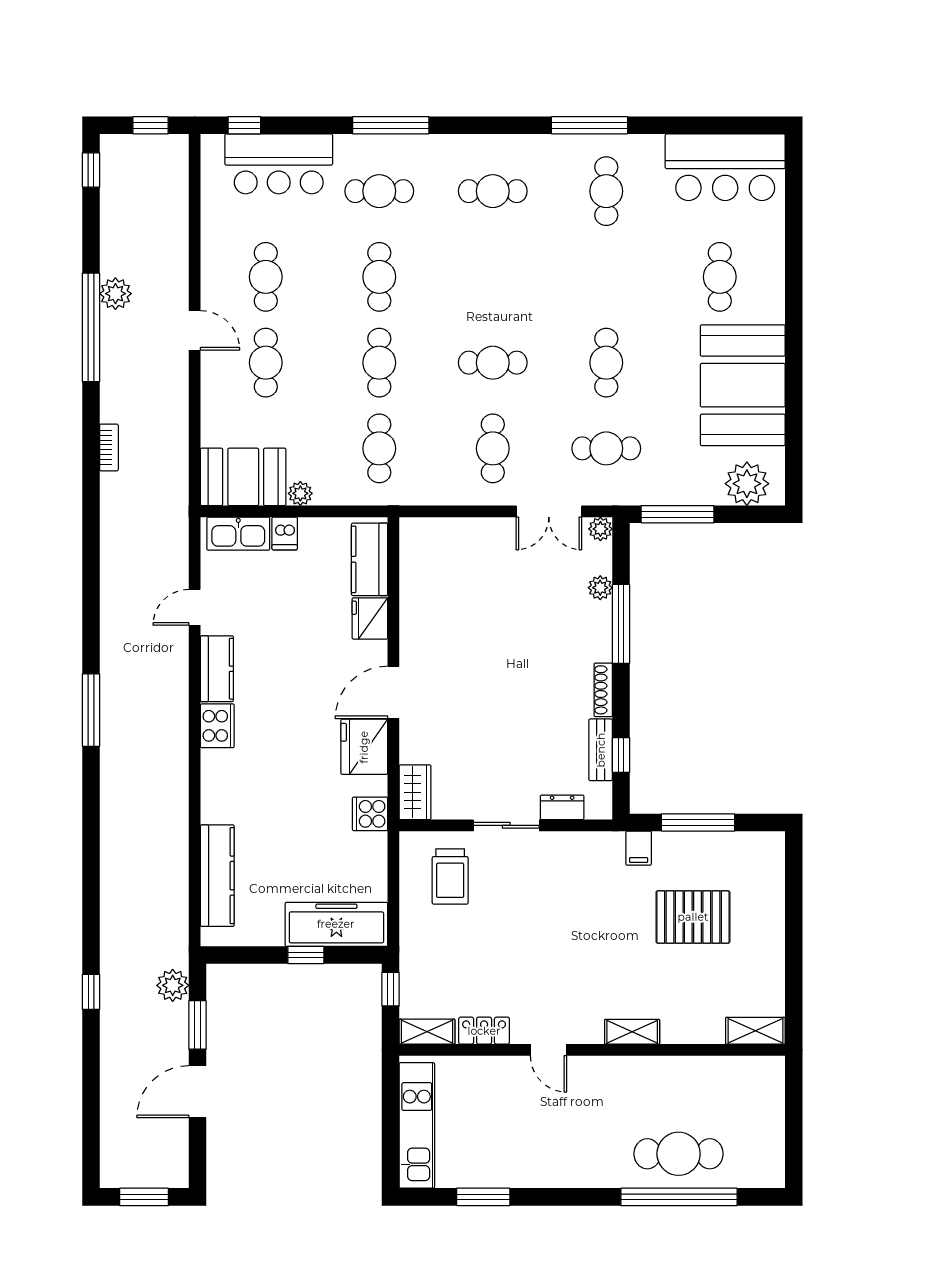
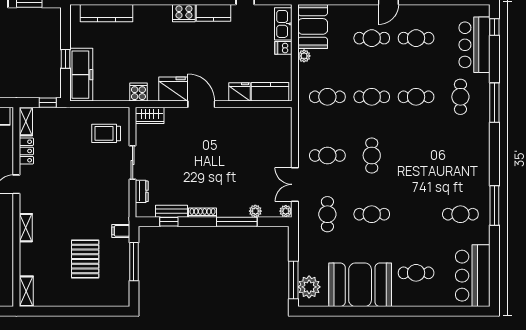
cafe table: (493, 191) -> (460, 155), removed
window: (678, 514) -> (293, 280), moved

